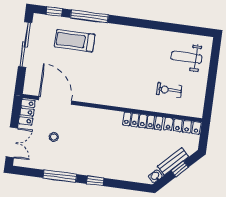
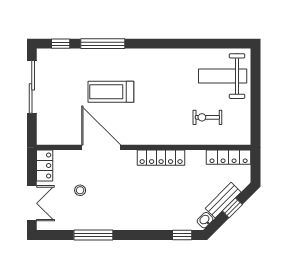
treadmill: (75, 41) -> (111, 92), moved
weight bench: (186, 57) -> (223, 76), width x1.36, depth x1.33
door: (55, 100) -> (101, 147), moved
locker: (143, 121) -> (161, 158), moved
window: (95, 181) -> (182, 235), moved

